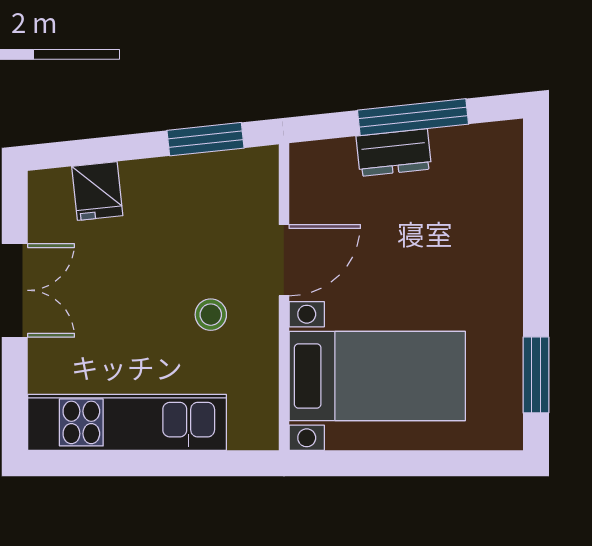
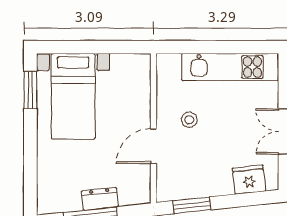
fridge: (97, 191) -> (249, 180), width x1.38
bed with nightstands: (377, 376) -> (73, 96), moved, turned -90

